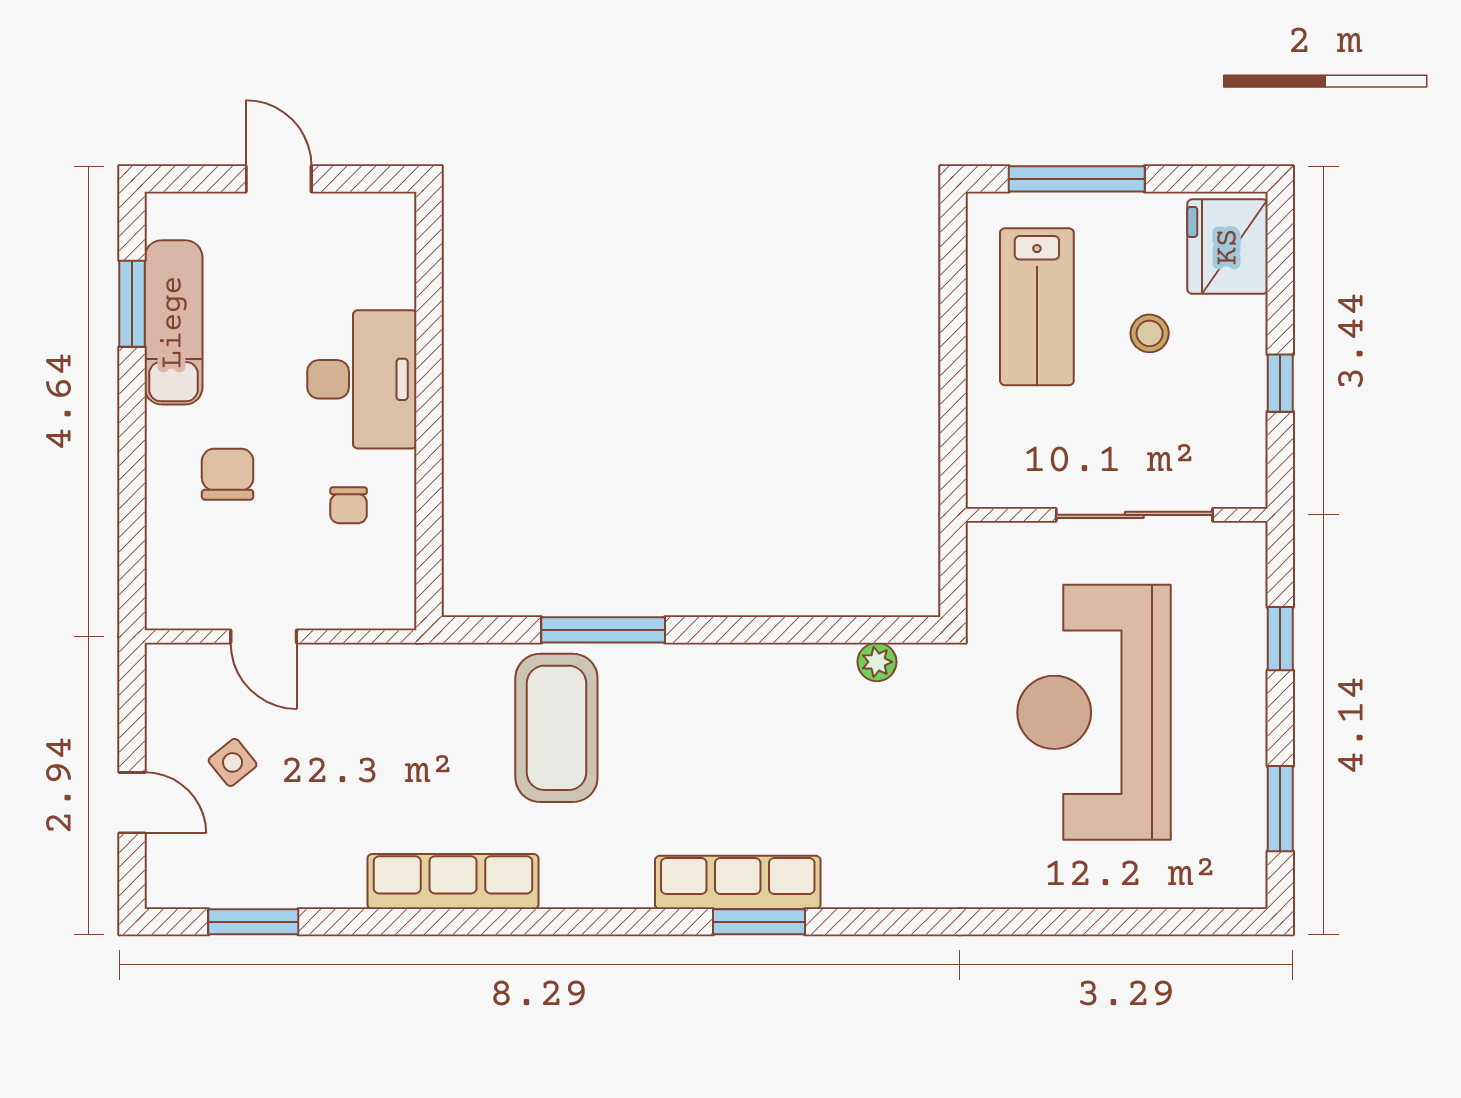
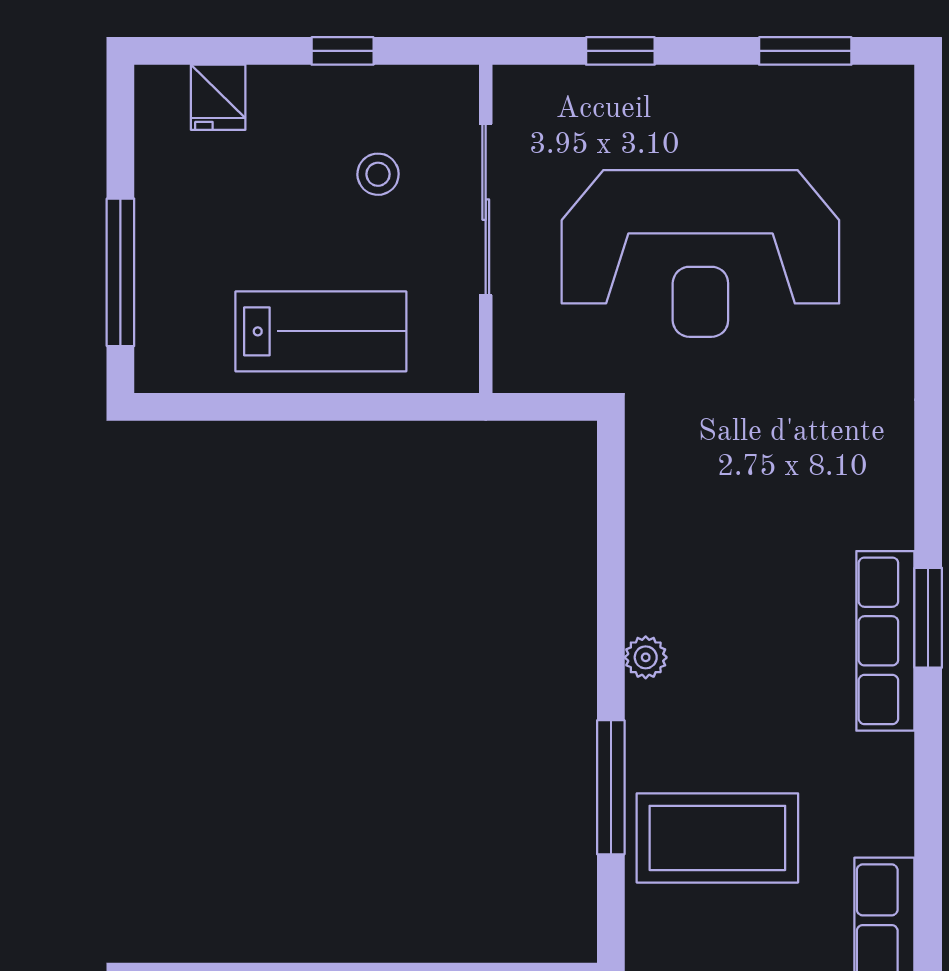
fridge: (1228, 247) -> (218, 97), width x0.53, depth x0.75
lab bench: (1037, 307) -> (321, 331), moved
stool: (1150, 333) -> (378, 174), moved
plant: (877, 662) -> (646, 657), moved

